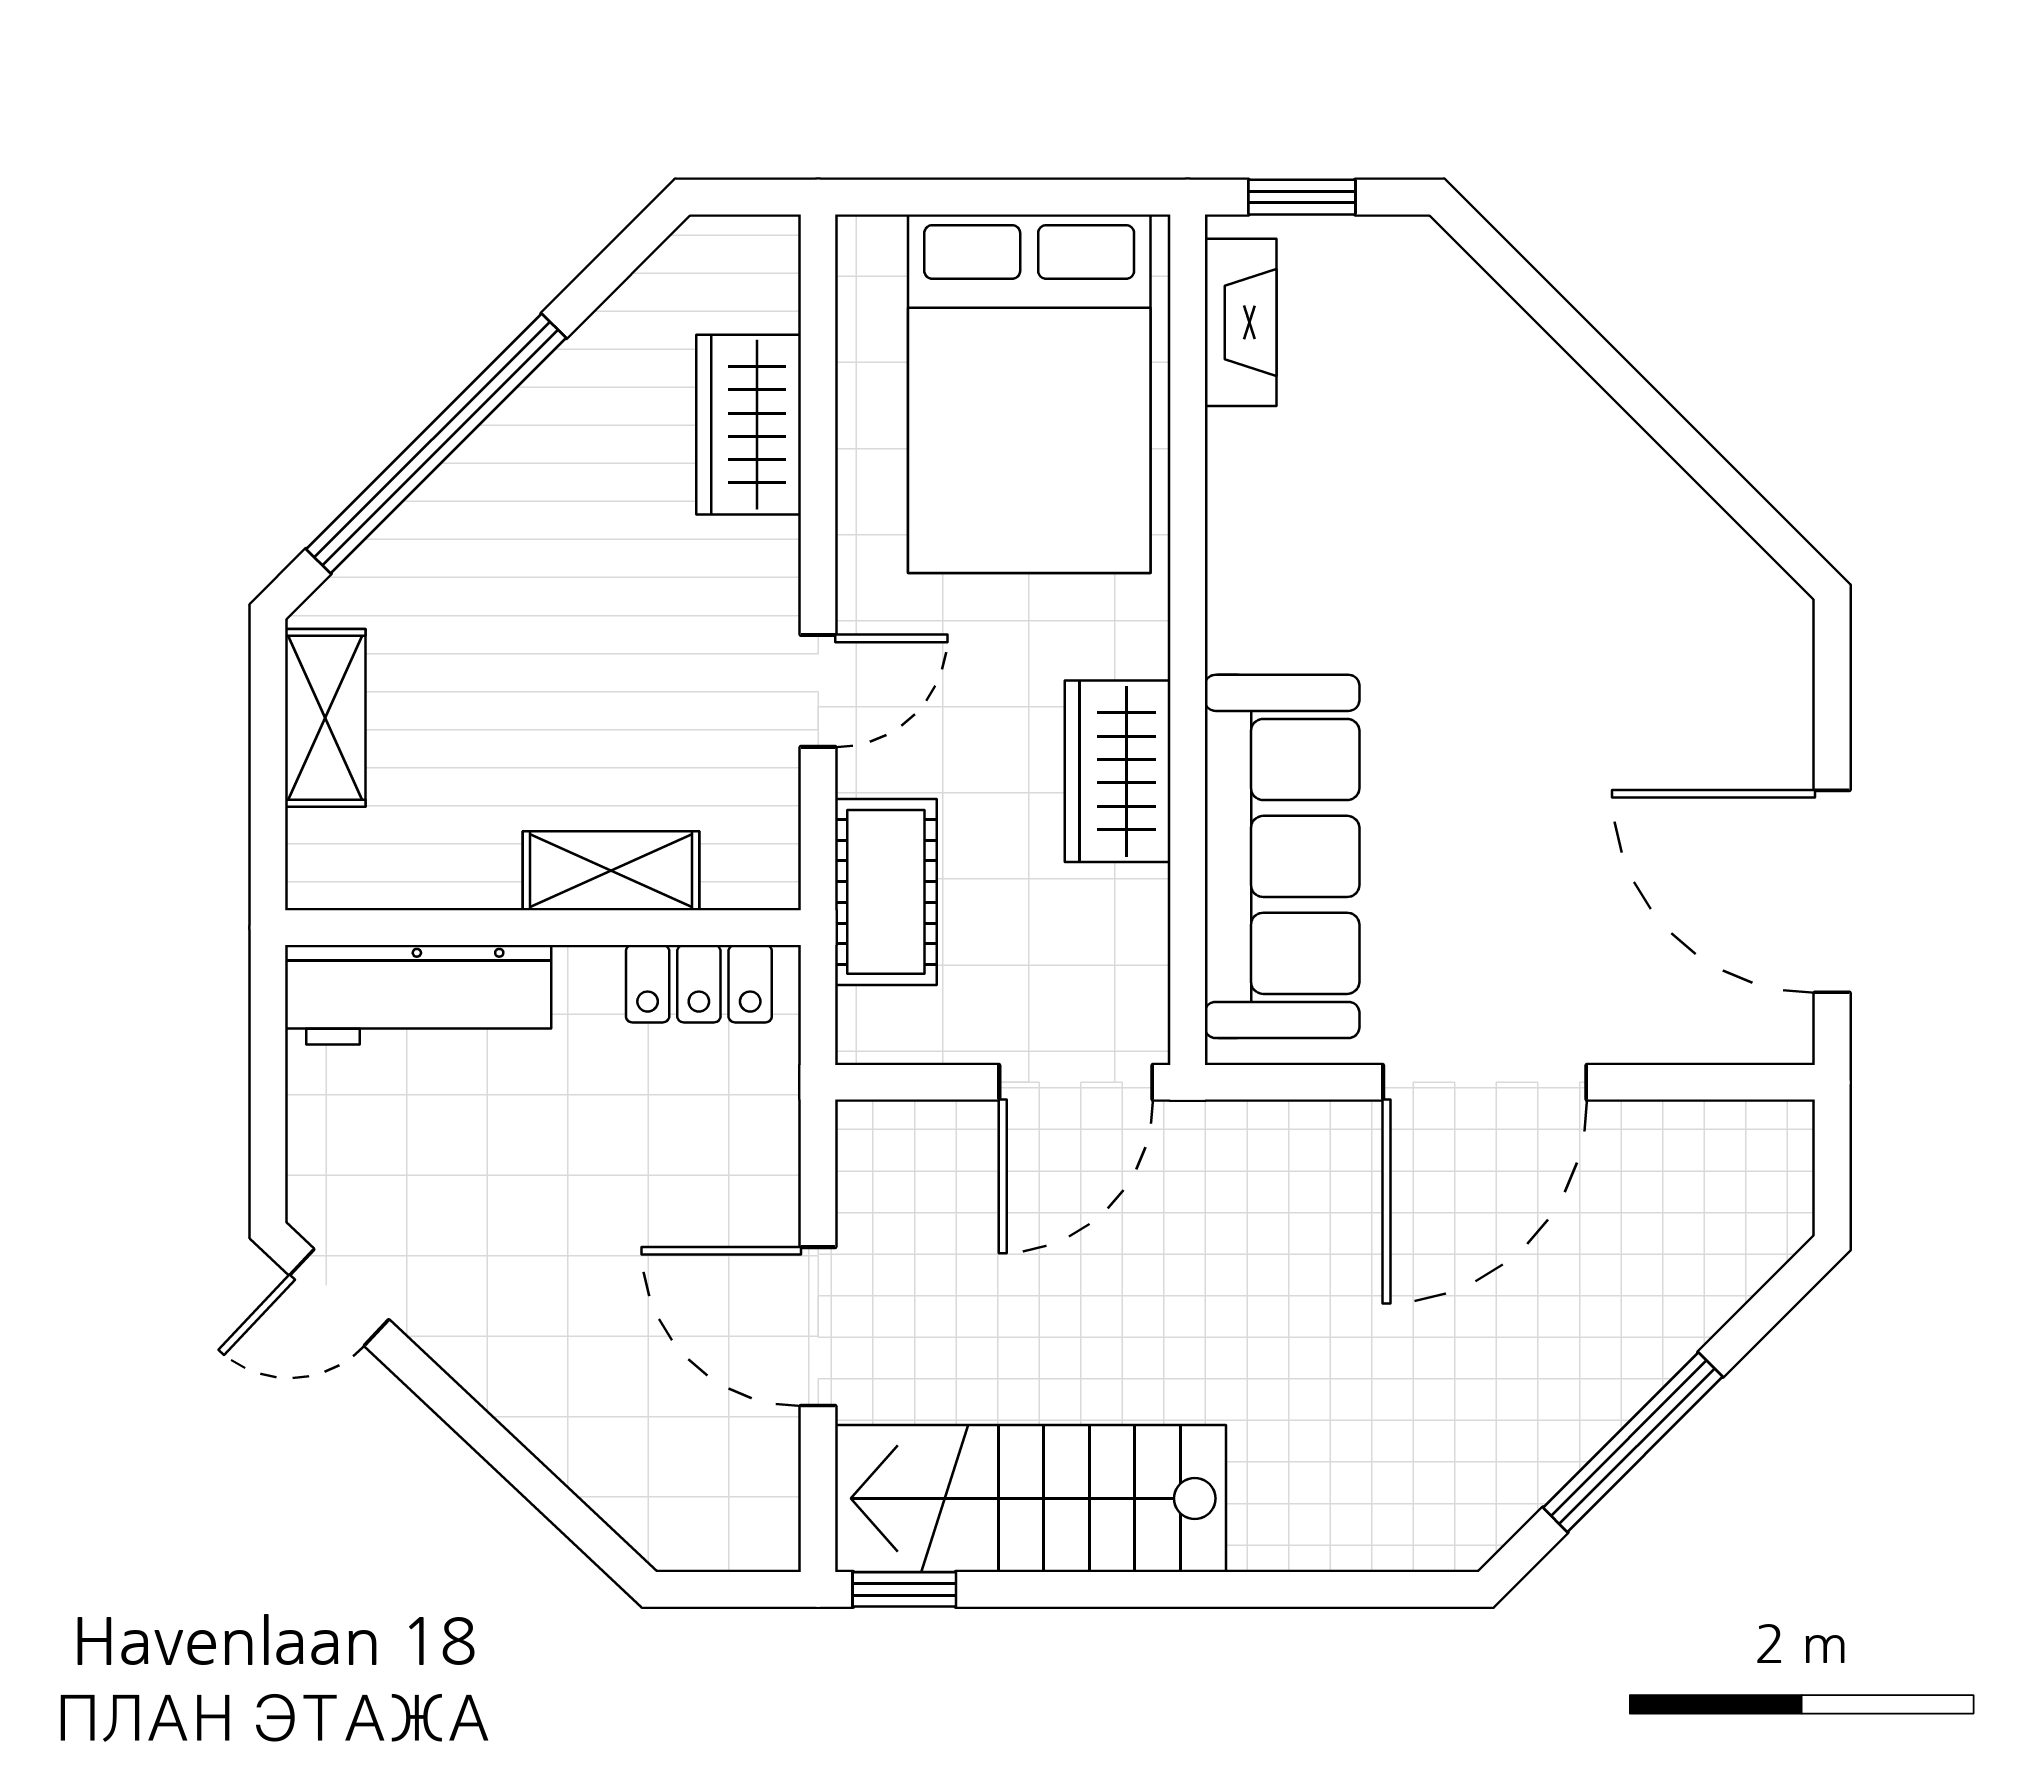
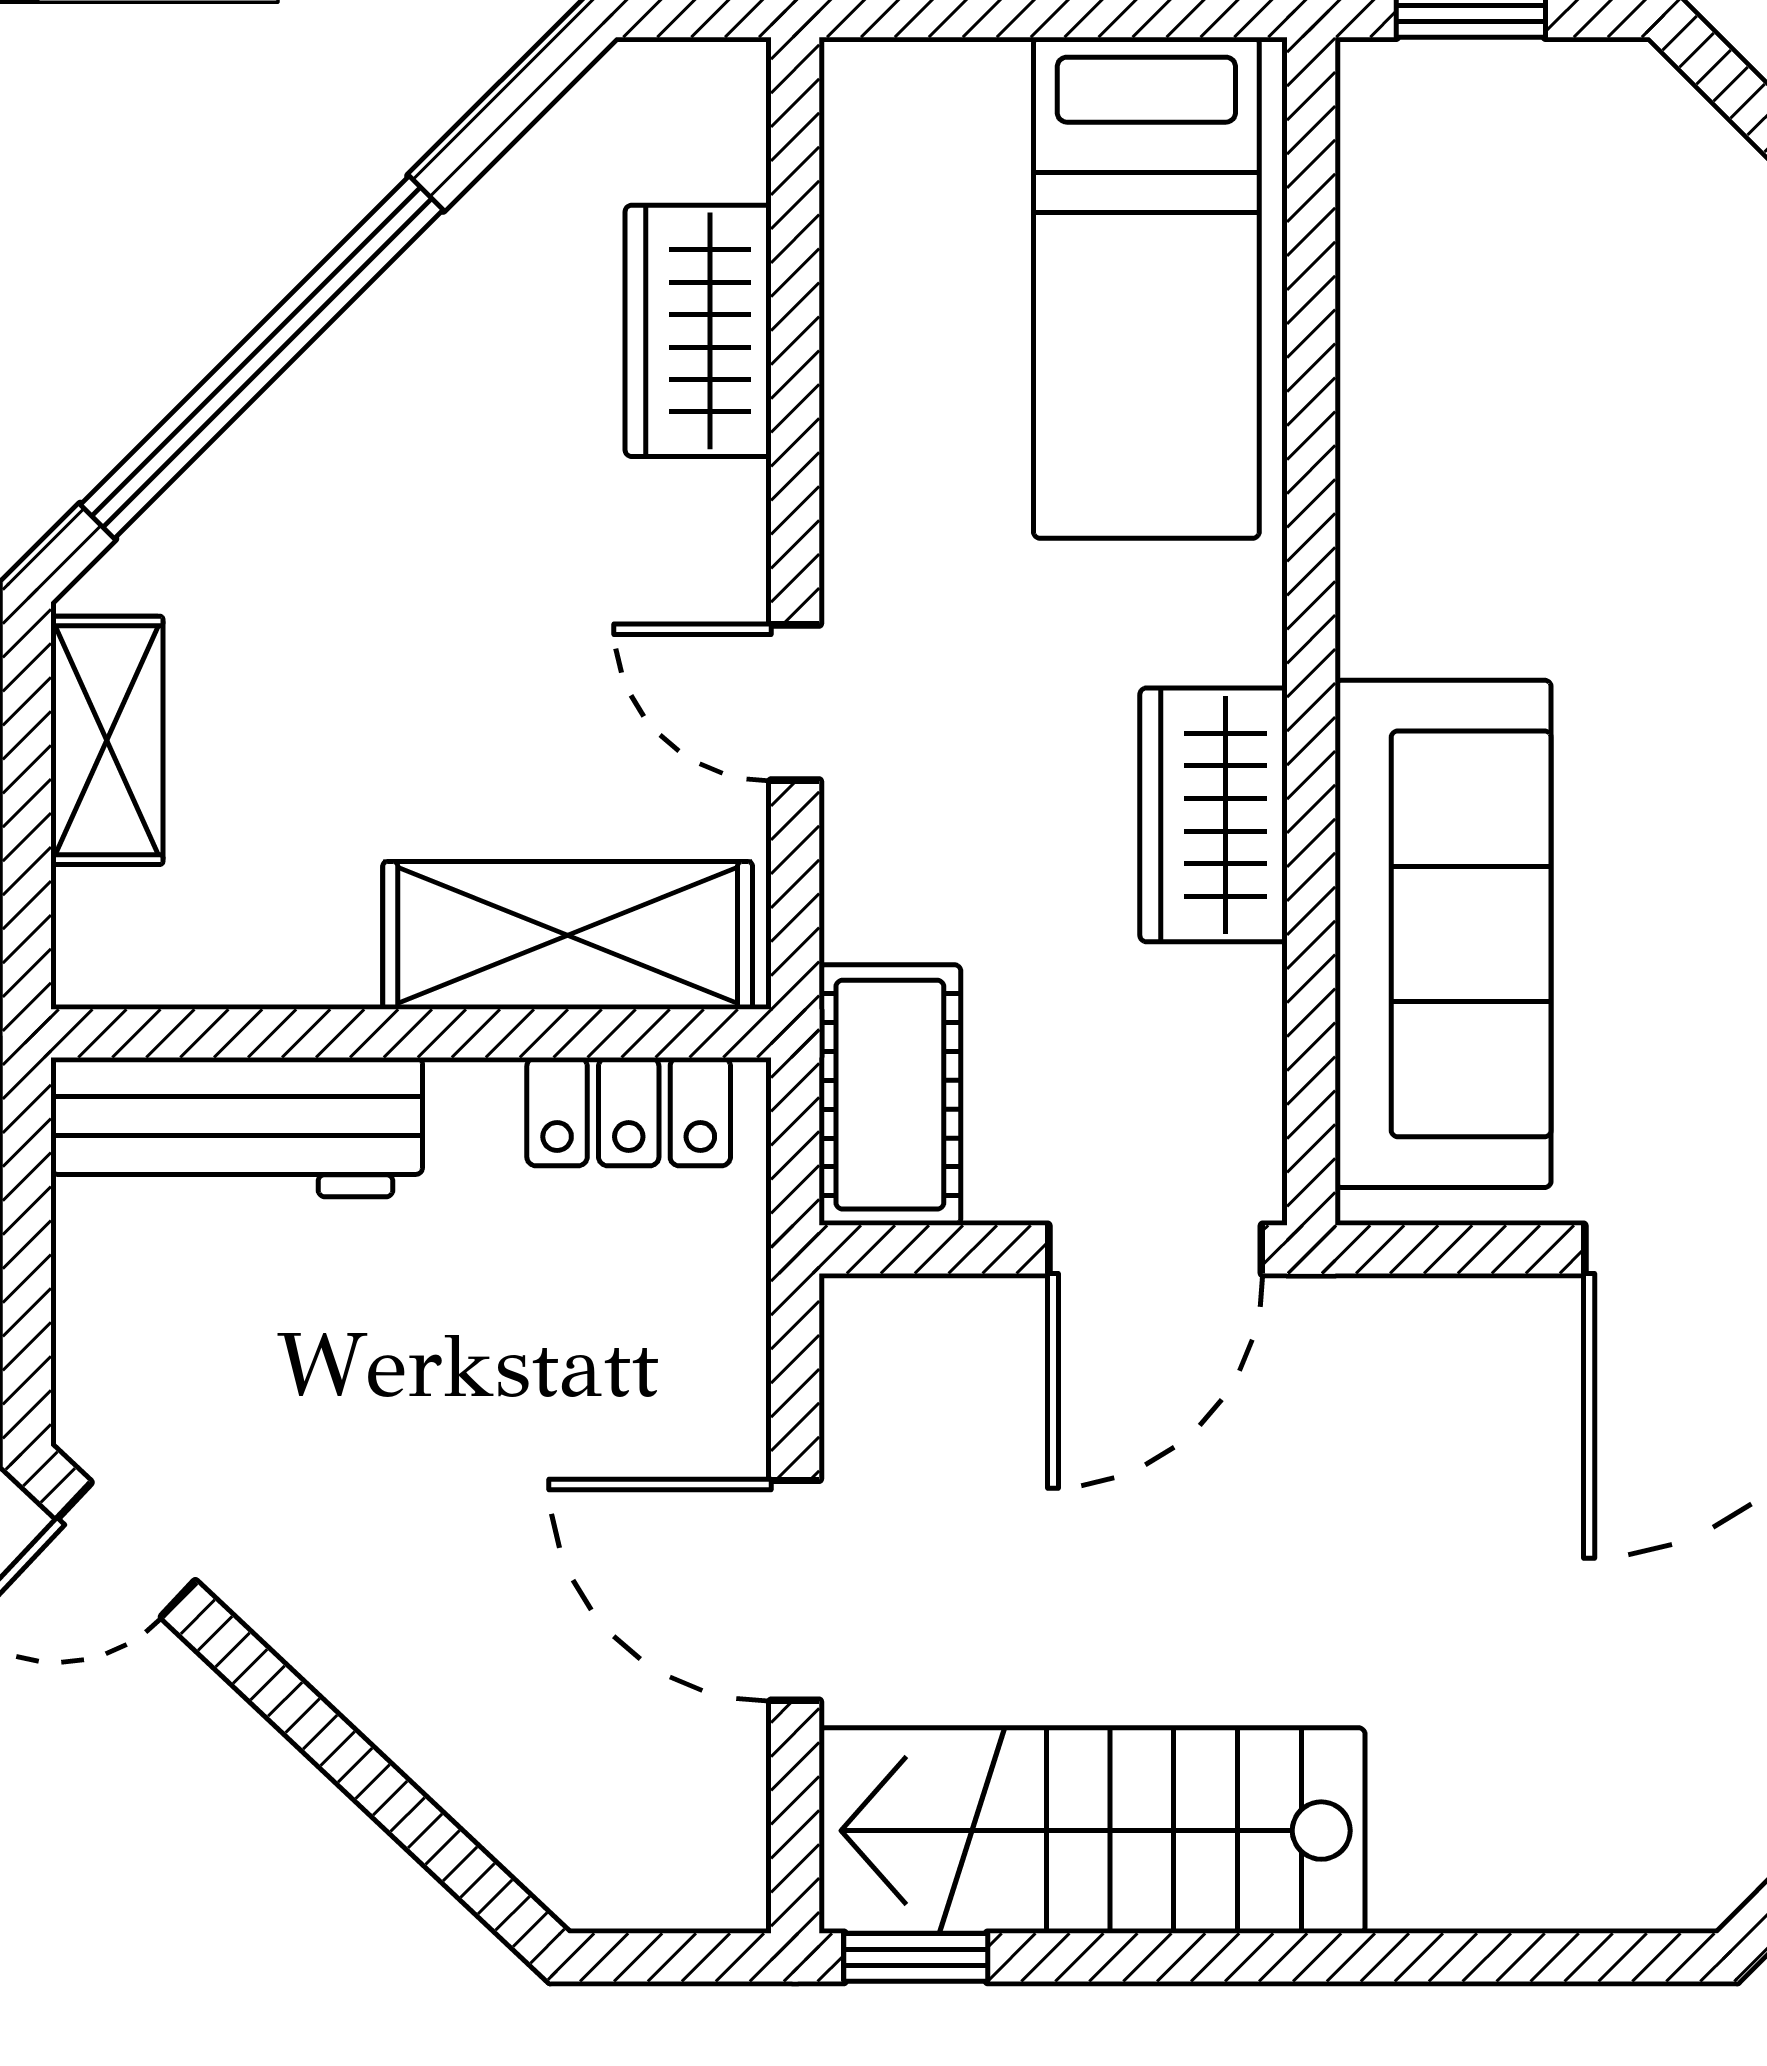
fireplace: (1241, 322) -> (1385, 188), removed
bed: (1029, 394) -> (1146, 288), width x0.67
door: (818, 691) -> (795, 703), swing flipped
shelving: (611, 871) -> (568, 935), width x1.50, depth x1.33
cot: (886, 892) -> (890, 1095), moved

